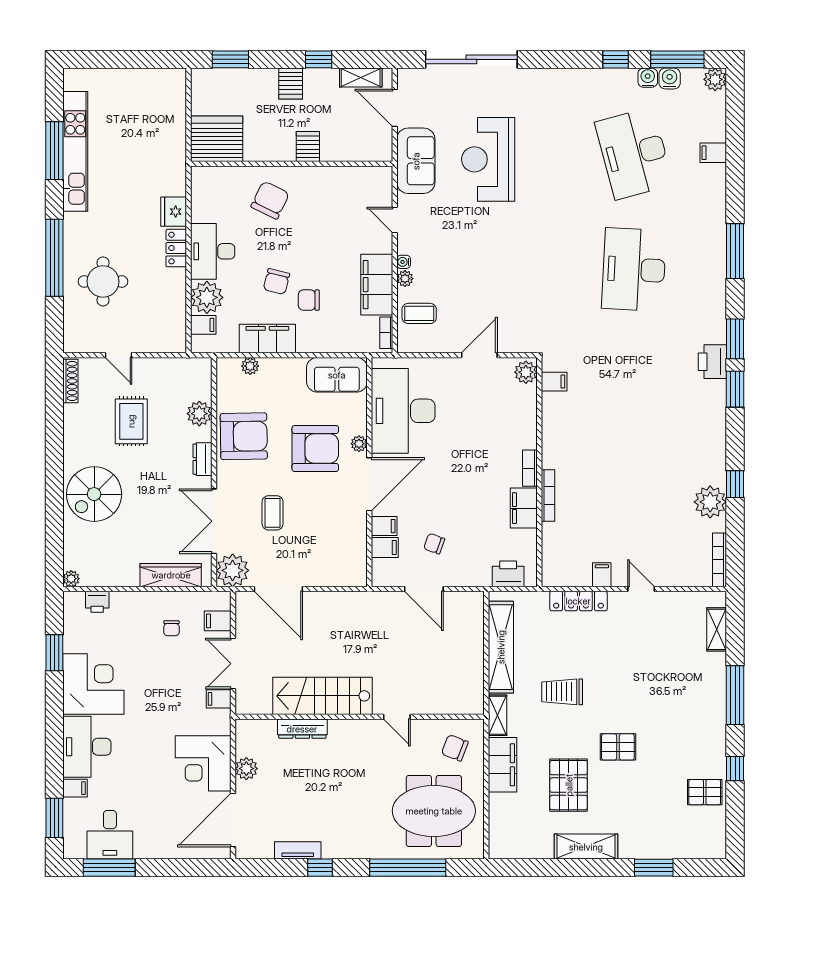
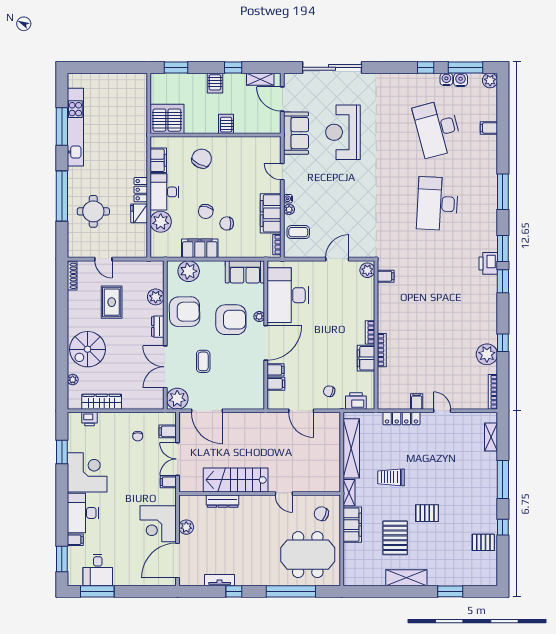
fridge: (174, 212) -> (139, 213), moved
filing cabinet: (203, 325) -> (158, 160), moved, width x2.00
plant: (250, 366) -> (189, 271), width x1.87, depth x1.87
chair: (434, 544) -> (329, 391), moved
wardrobe: (171, 575) -> (102, 402), moved
plant: (71, 579) -> (73, 380), moved

